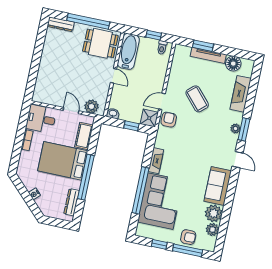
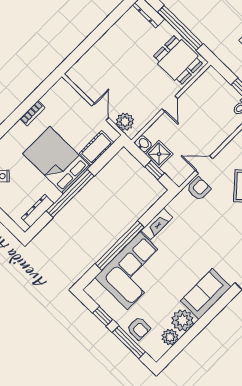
bathtub: (128, 51) -> (202, 88), removed
shower: (149, 118) -> (159, 154), moved
desk: (41, 119) -> (62, 100), removed

